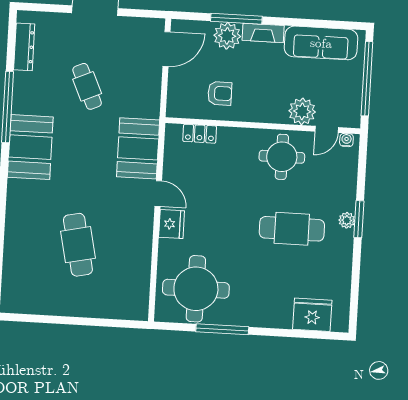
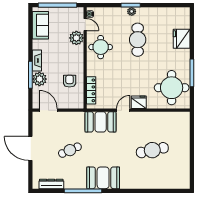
sofa: (321, 43) -> (40, 25), width x0.73
locker: (200, 134) -> (91, 90), width x1.53
fridge: (312, 315) -> (182, 39), moved

